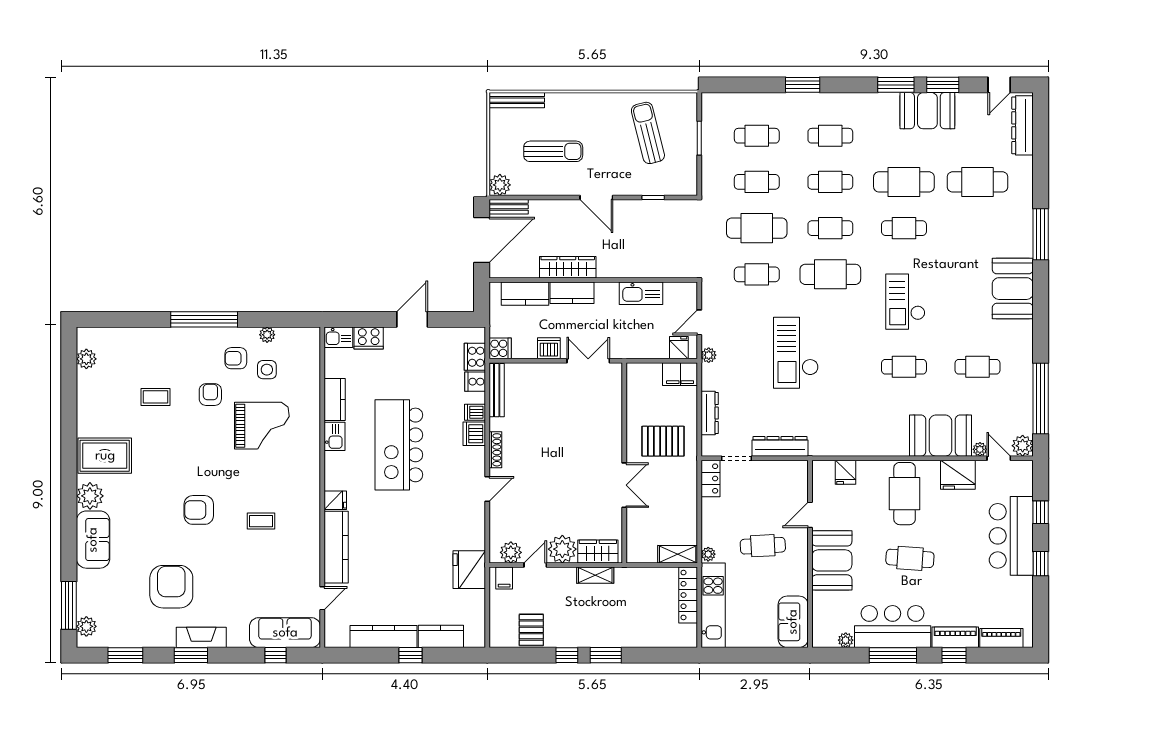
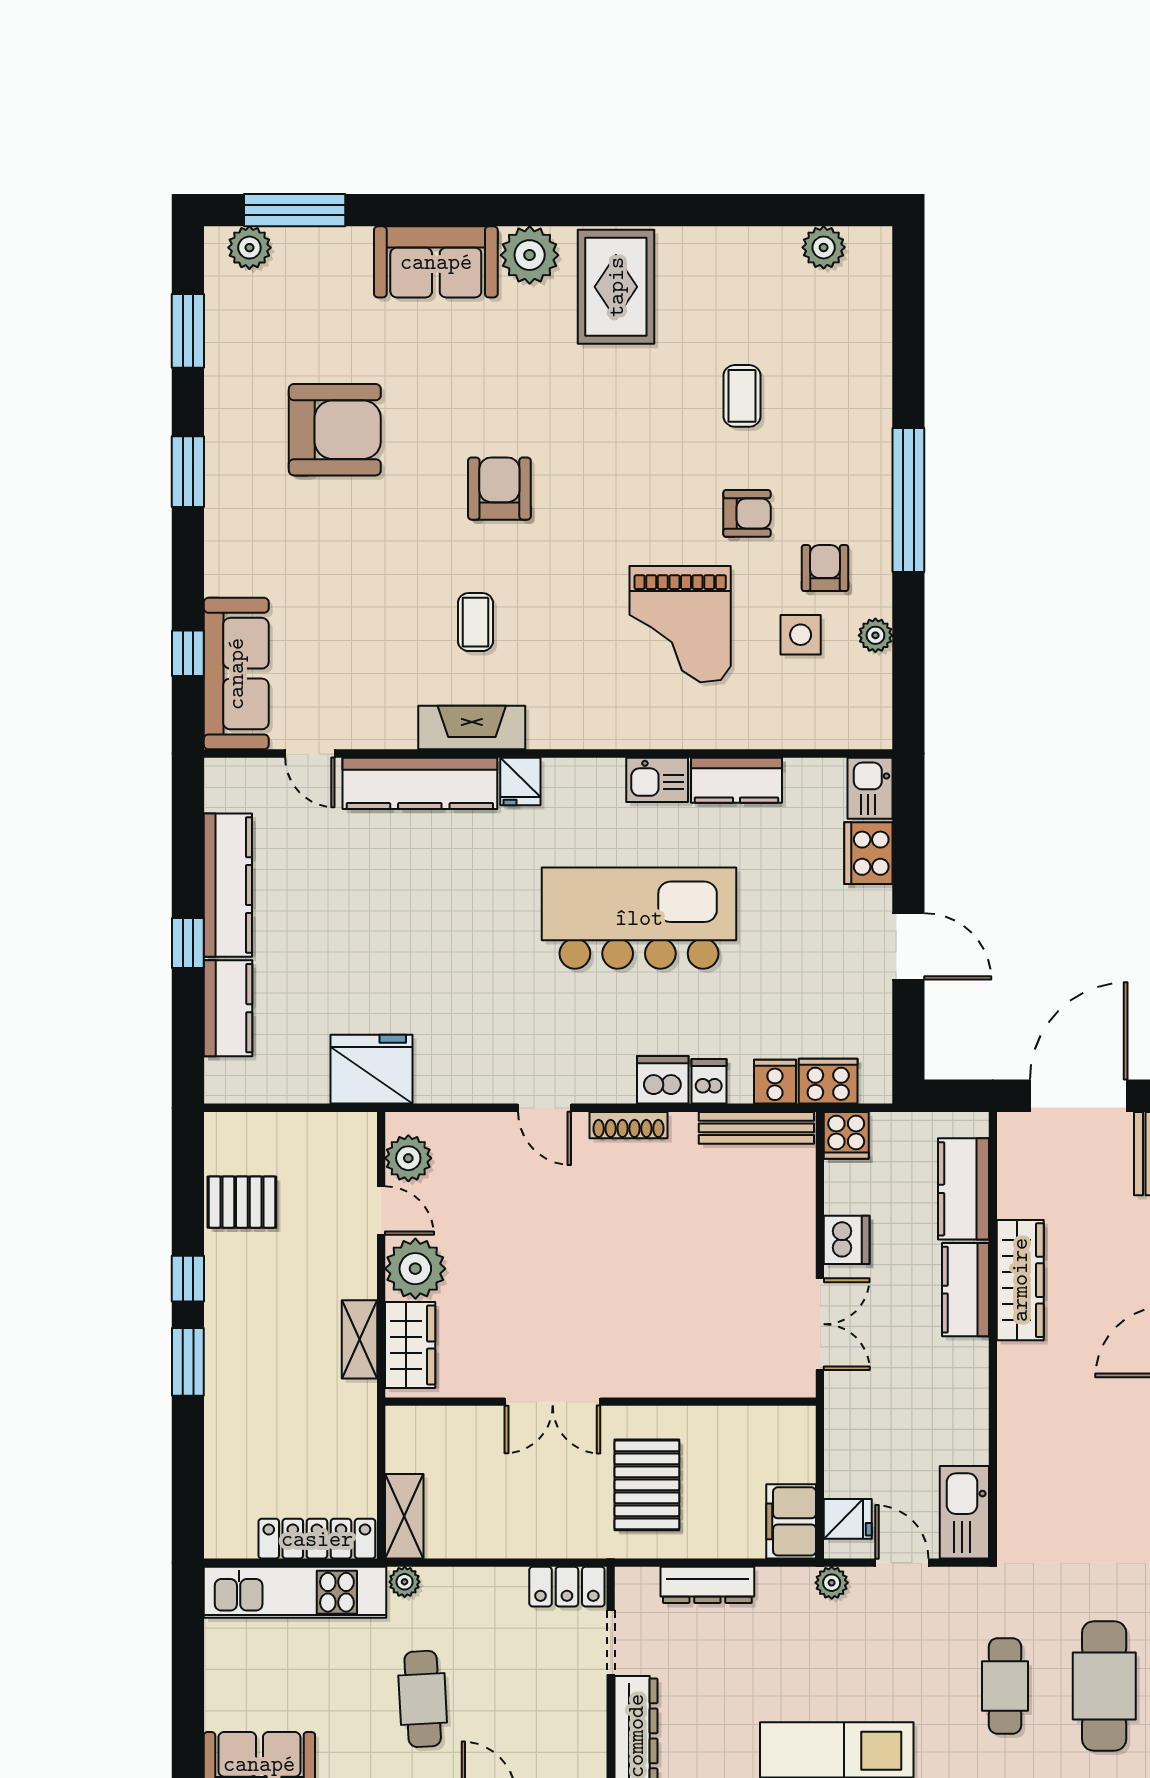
door: (482, 240) -> (1079, 1096), swing flipped
kitchen sink: (641, 293) -> (964, 1512), moved
filing cabinet: (504, 578) -> (353, 1144), removed
fireplace: (201, 637) -> (472, 728), moved, turned -90

